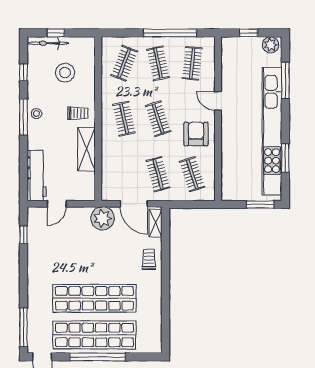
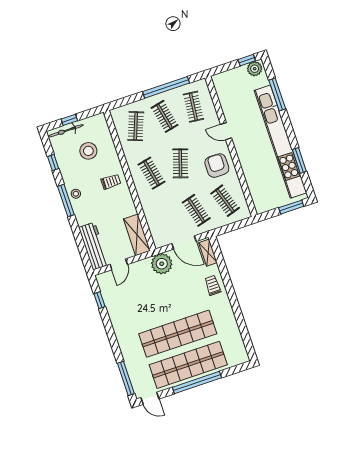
window: (249, 33) -> (247, 60), moved
clothes rail: (158, 119) -> (180, 163), turned 36
shelving: (87, 149) -> (137, 235), moved

